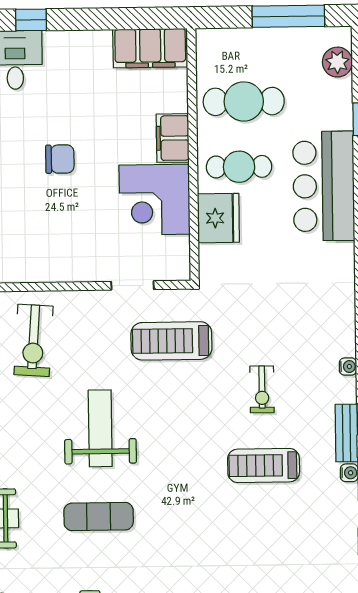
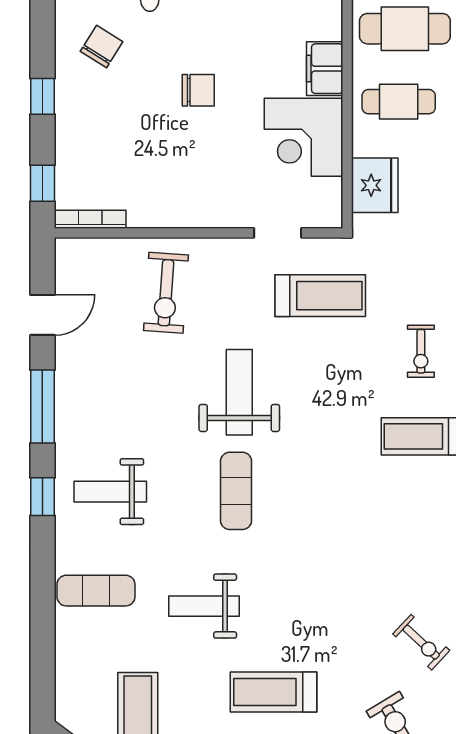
fridge: (218, 218) -> (375, 185), moved
treadmill: (171, 341) -> (320, 296), turned 180
exercise mat: (99, 517) -> (236, 491), turned 90

